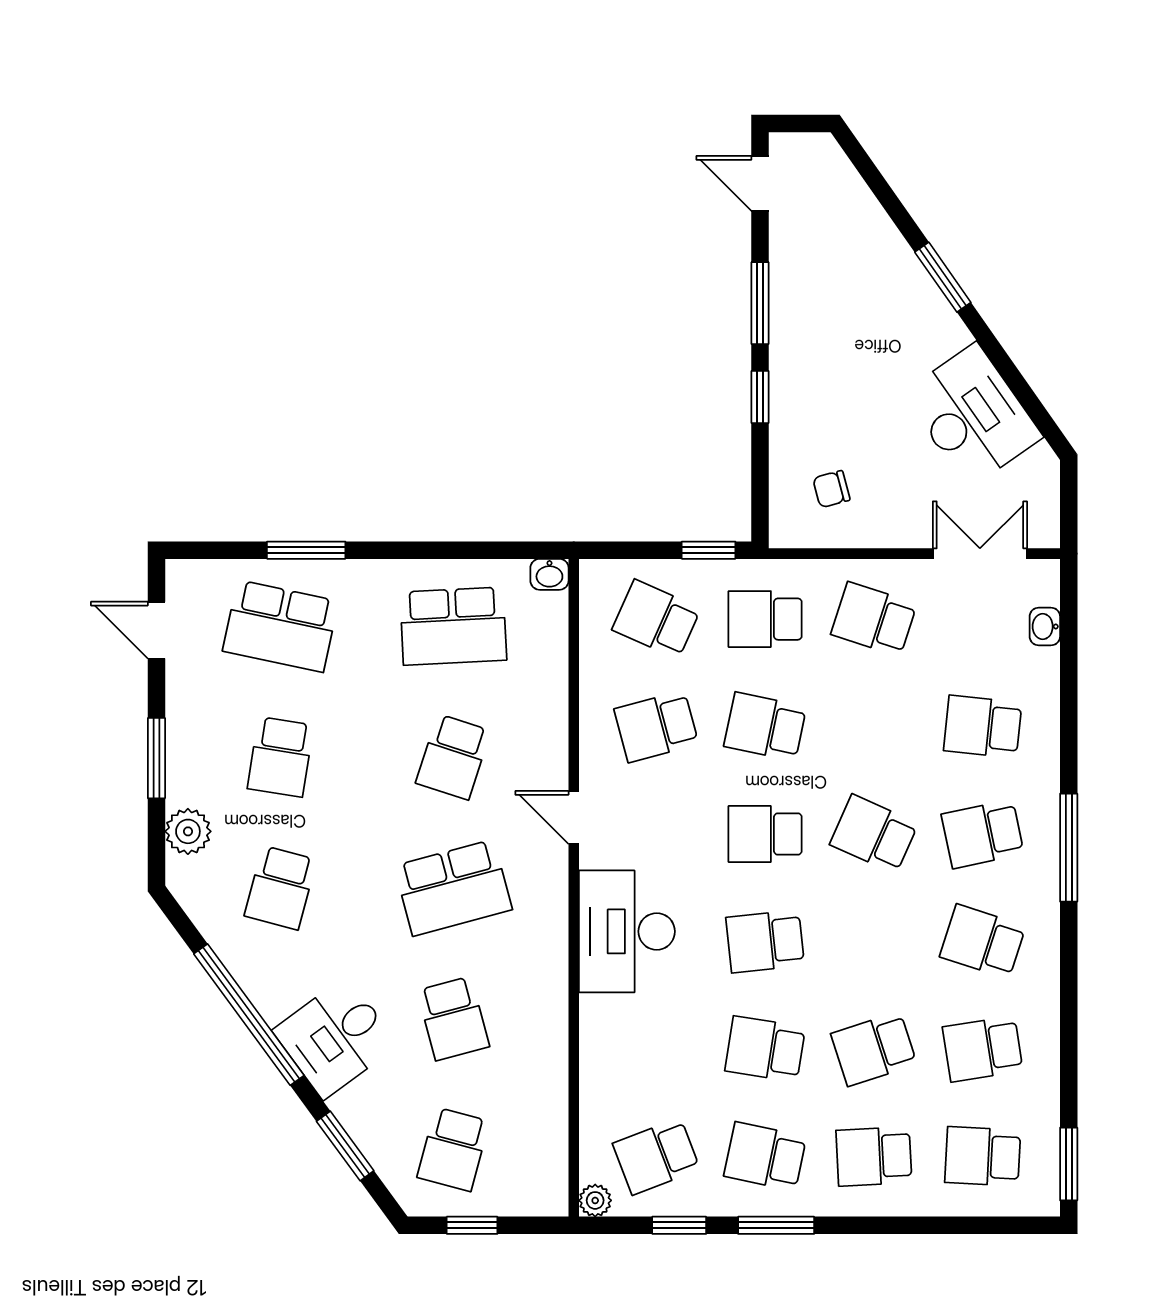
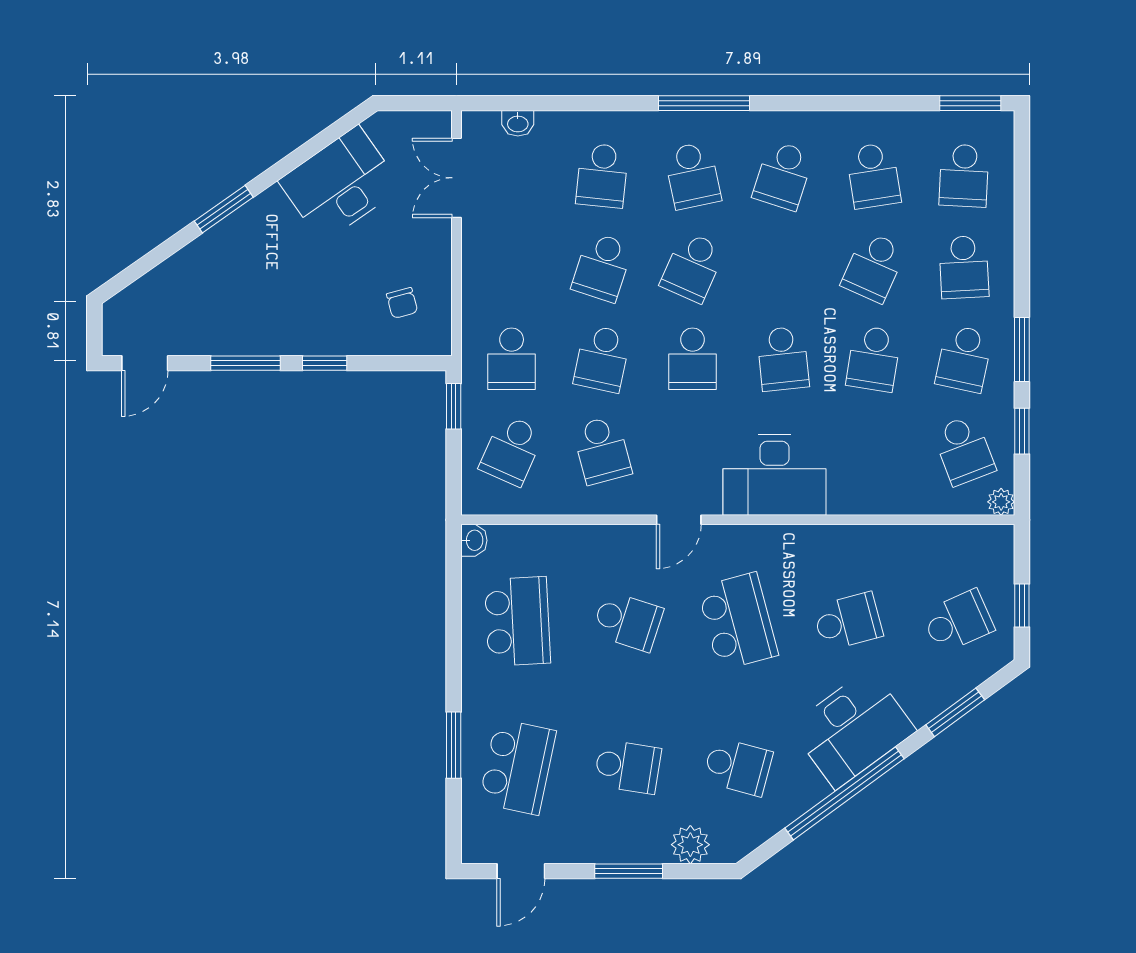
school desk: (874, 619) -> (602, 267), moved
desk: (335, 1038) -> (853, 729), width x1.37
school desk: (874, 1049) -> (873, 267), turned 42
school desk: (453, 1149) -> (958, 621), turned -39

